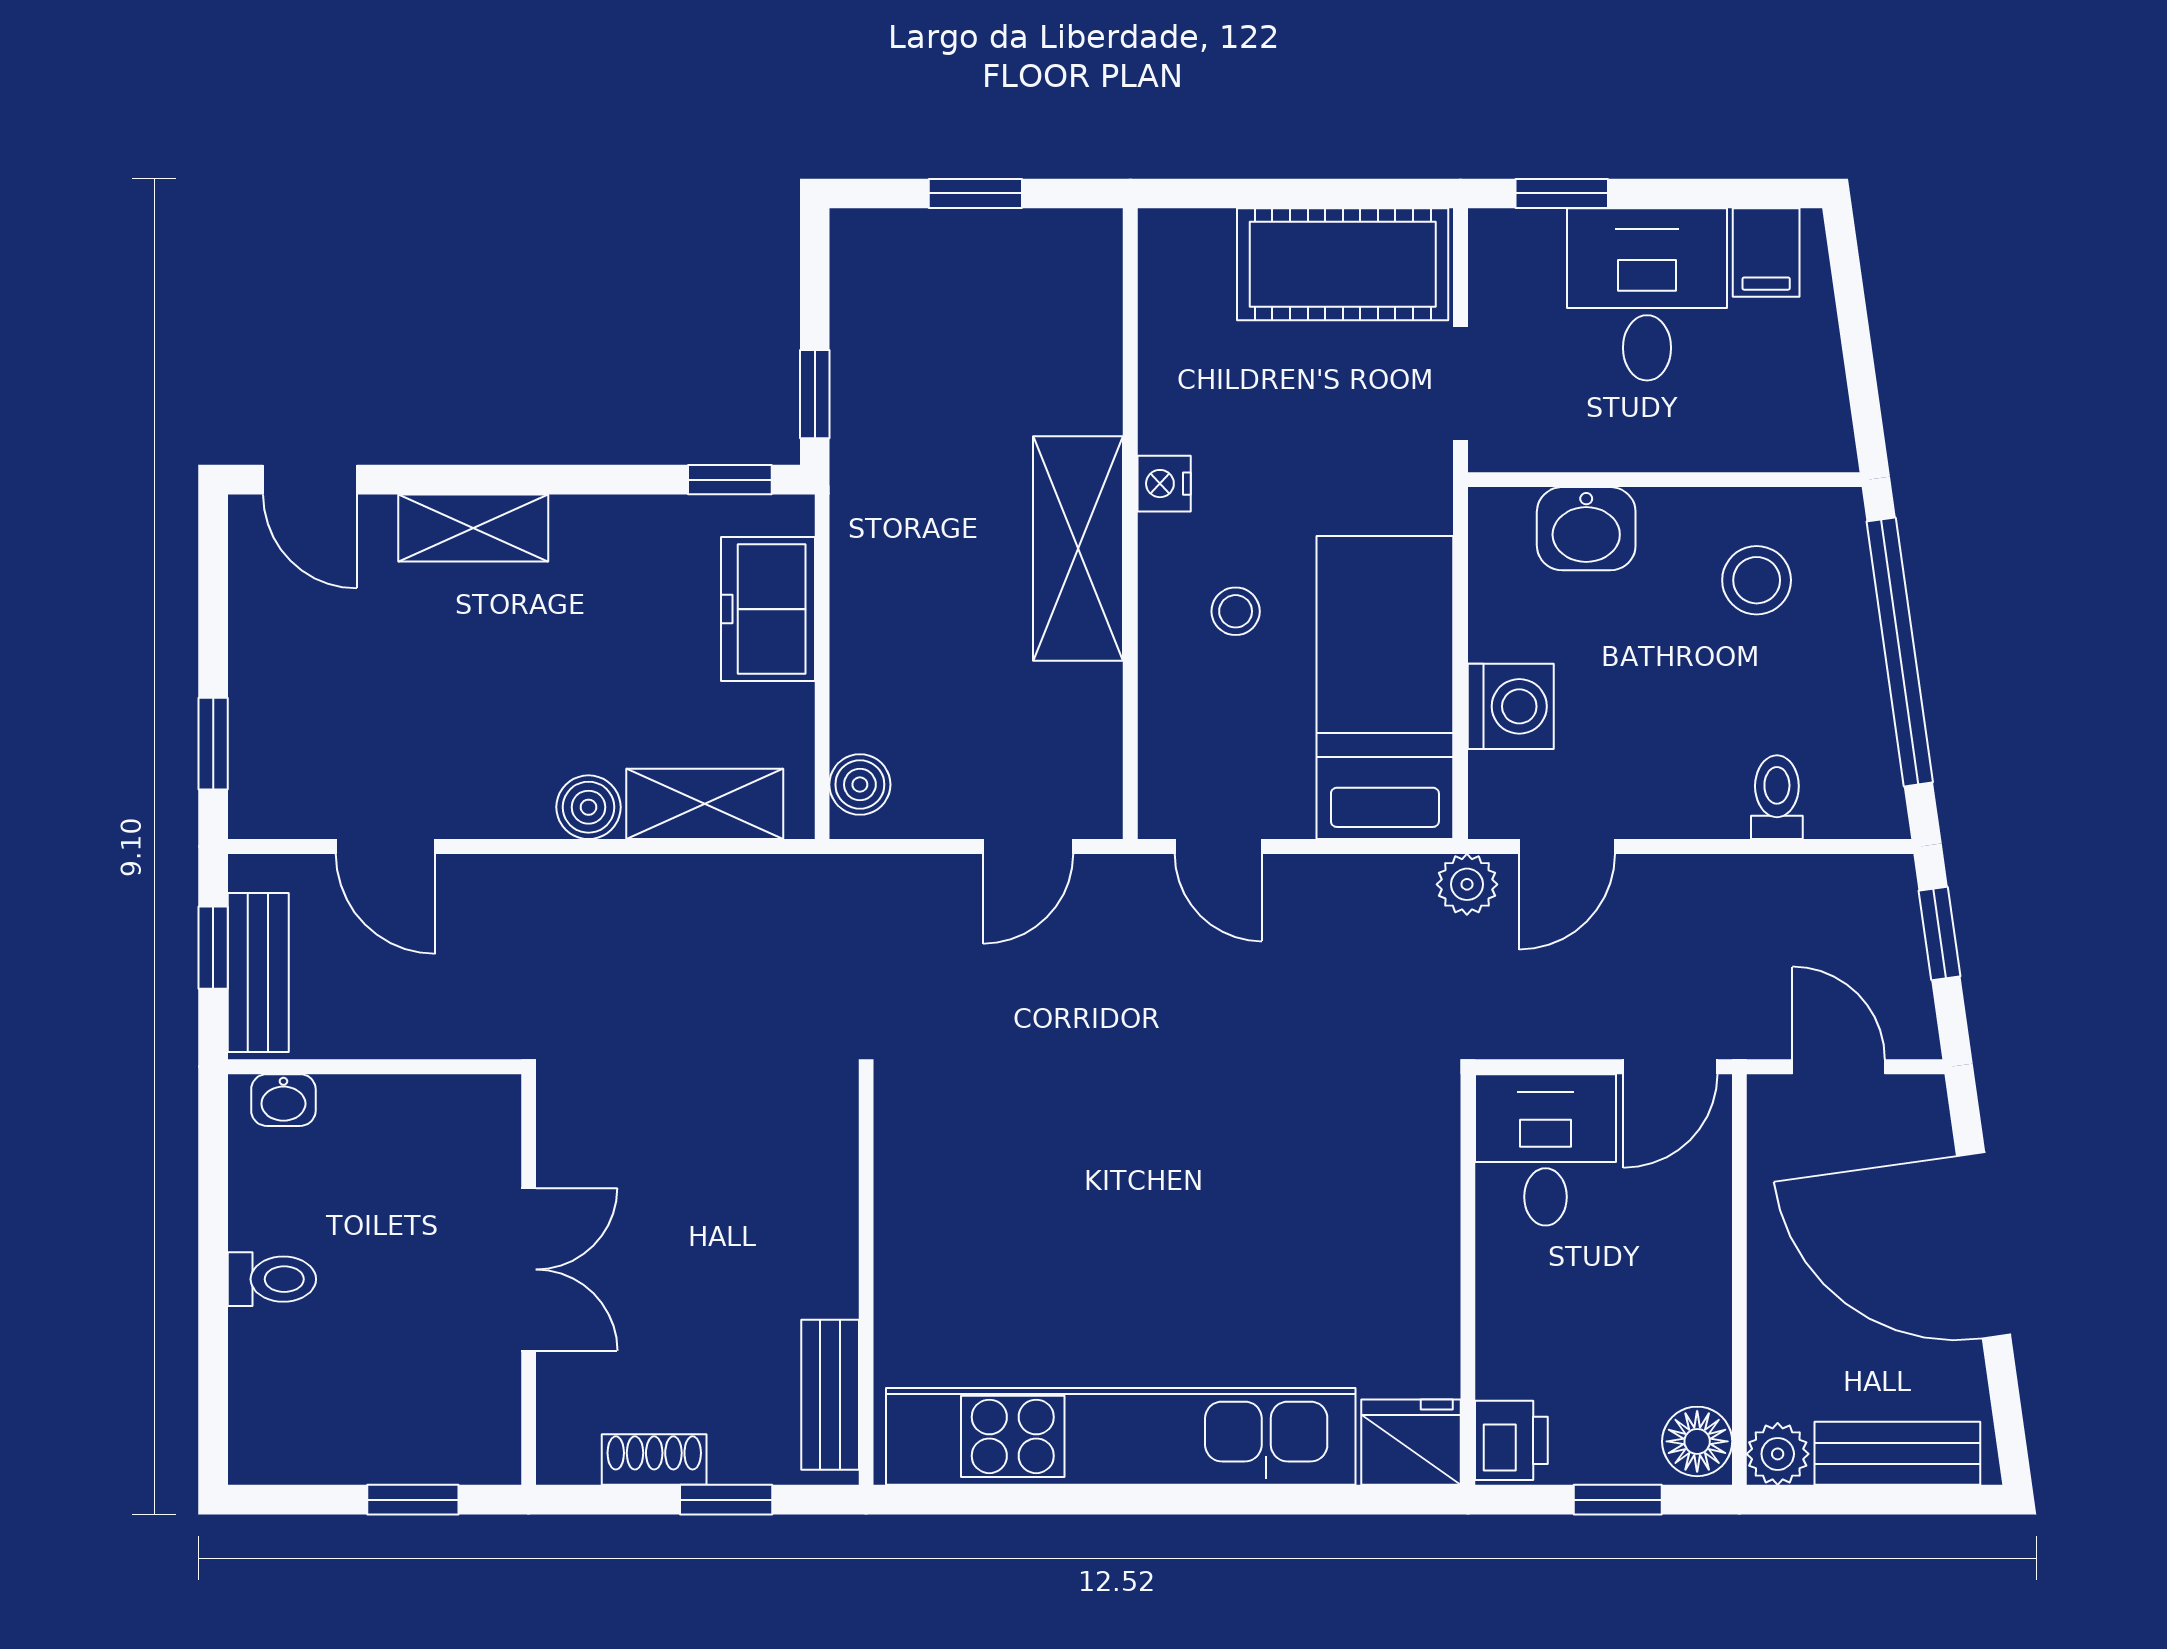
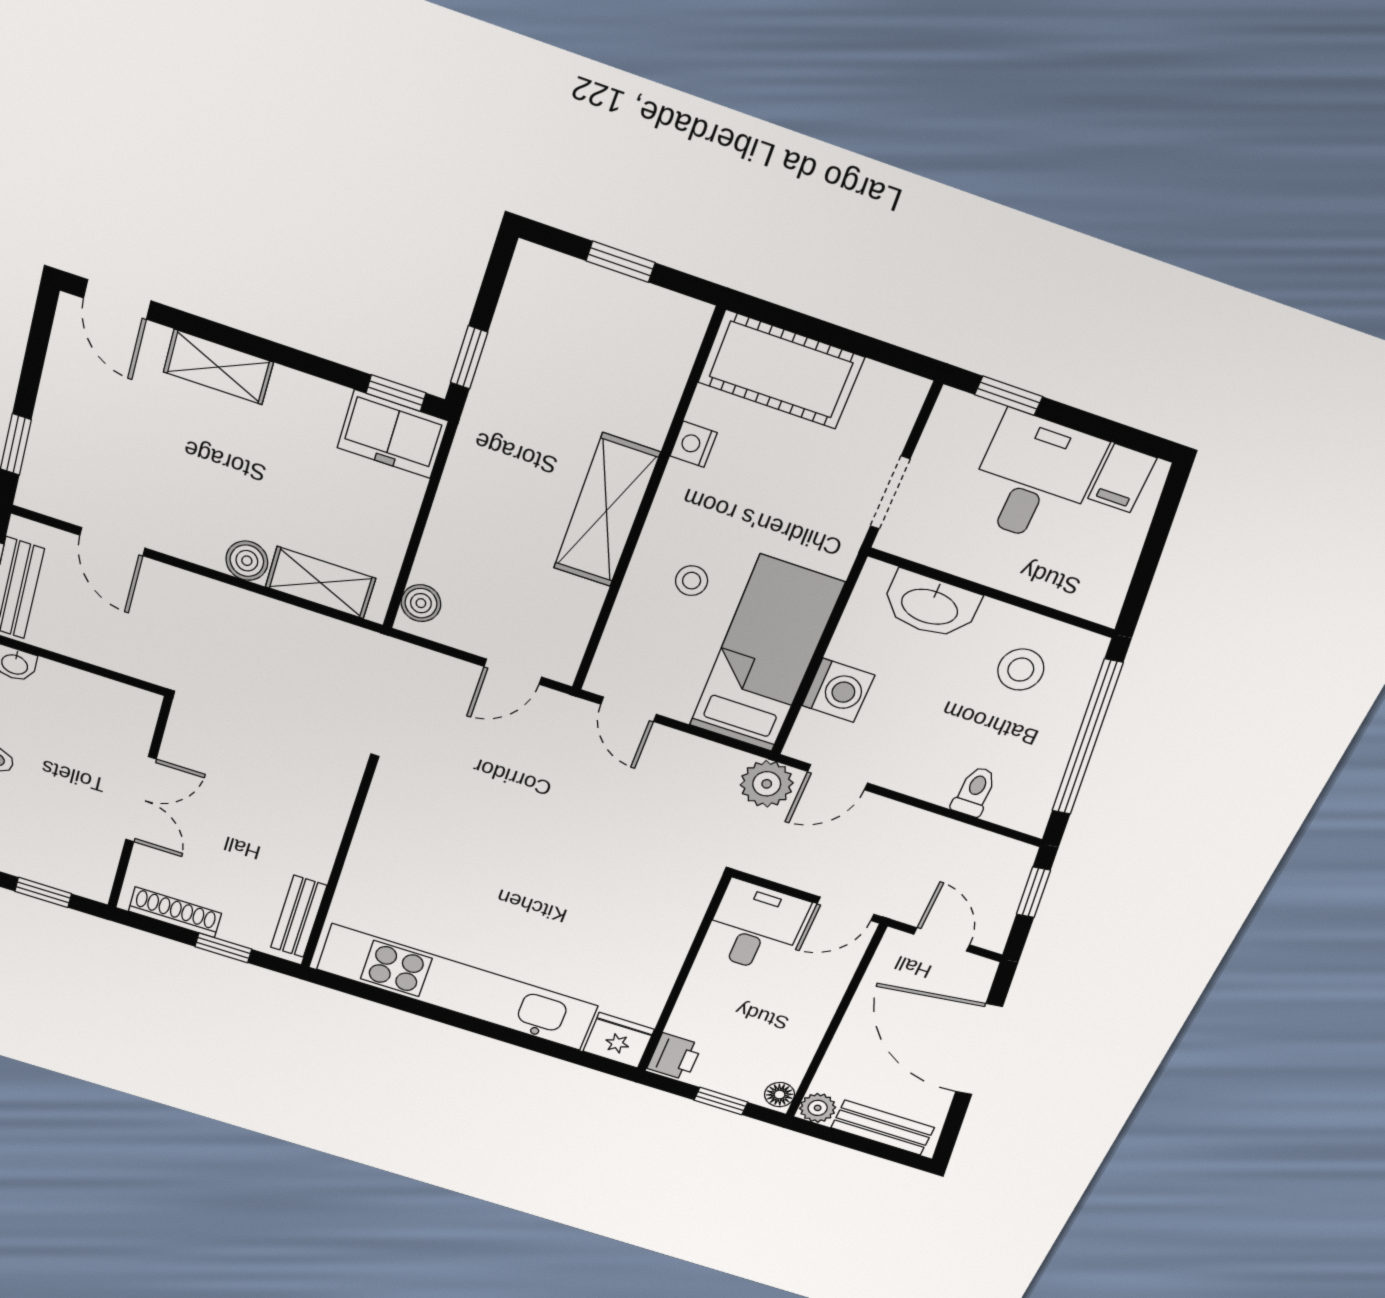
cot: (1343, 264) -> (781, 370), moved
nightstand: (1164, 484) -> (694, 444), moved
washbasin: (1586, 529) -> (930, 605), width x1.38
freezer: (768, 609) -> (393, 434), moved, turned -90
plant: (1467, 884) -> (767, 784), width x1.38, depth x1.38
floor lamp: (1697, 1441) -> (780, 1095), width x0.73, depth x0.73
shoe rack: (654, 1460) -> (175, 912), width x1.43

